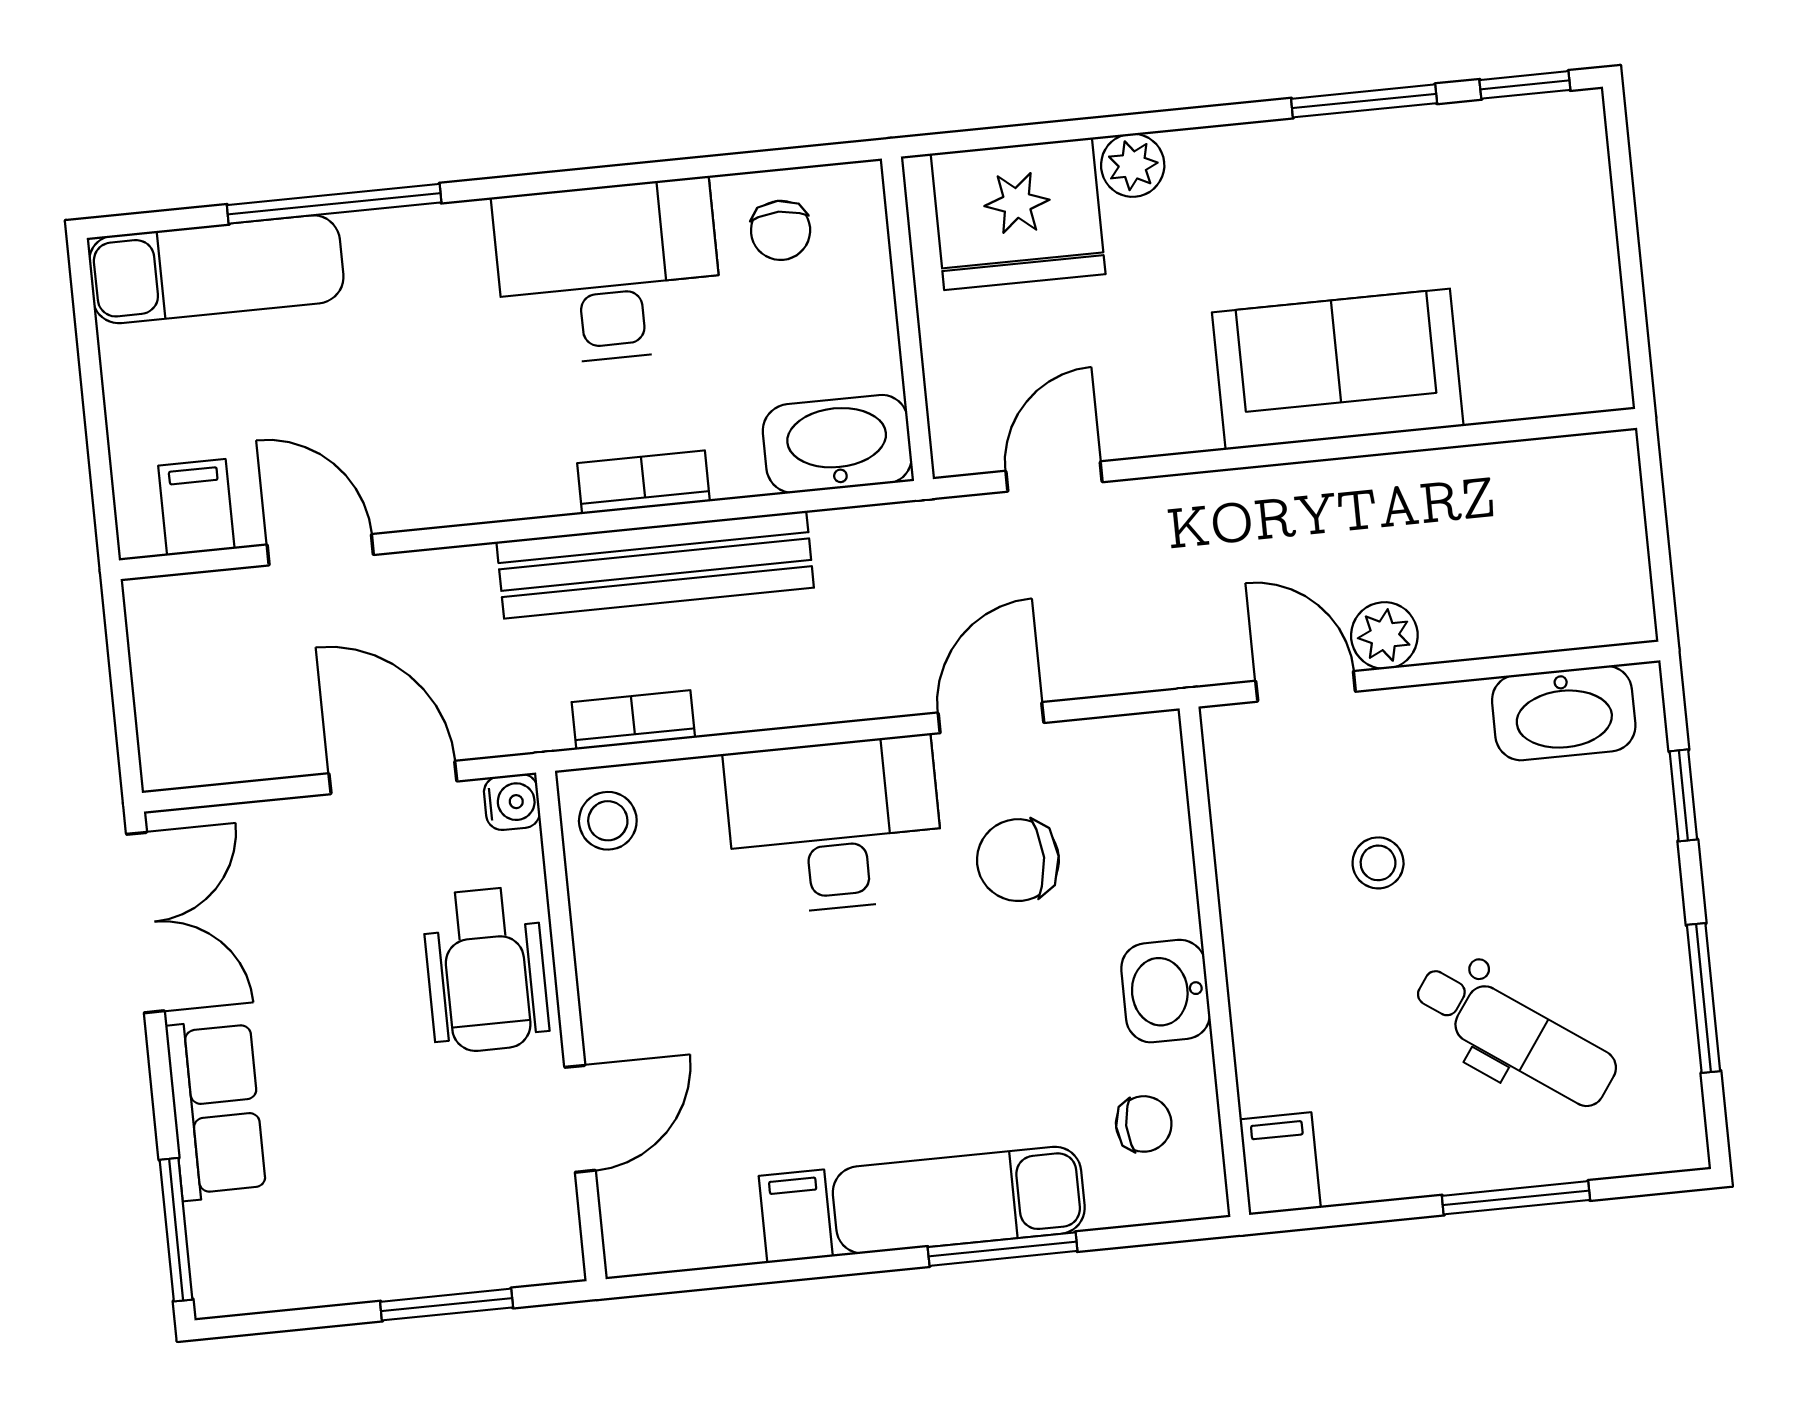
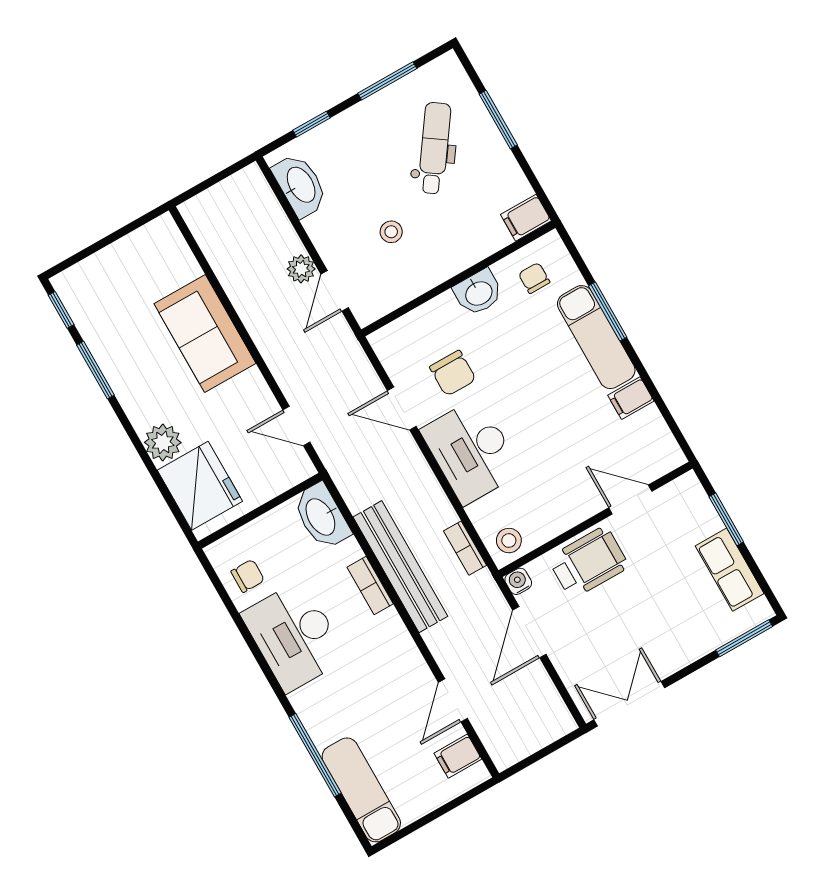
plant: (1133, 165) -> (163, 442), width x1.38, depth x1.38
row of seats: (216, 1109) -> (730, 570), moved, turned -90

